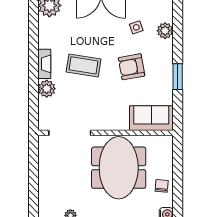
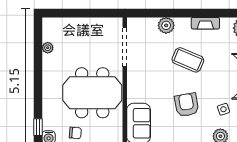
fireplace: (44, 64) -> (205, 23), moved
coffee table: (84, 65) -> (188, 60), turned -76

